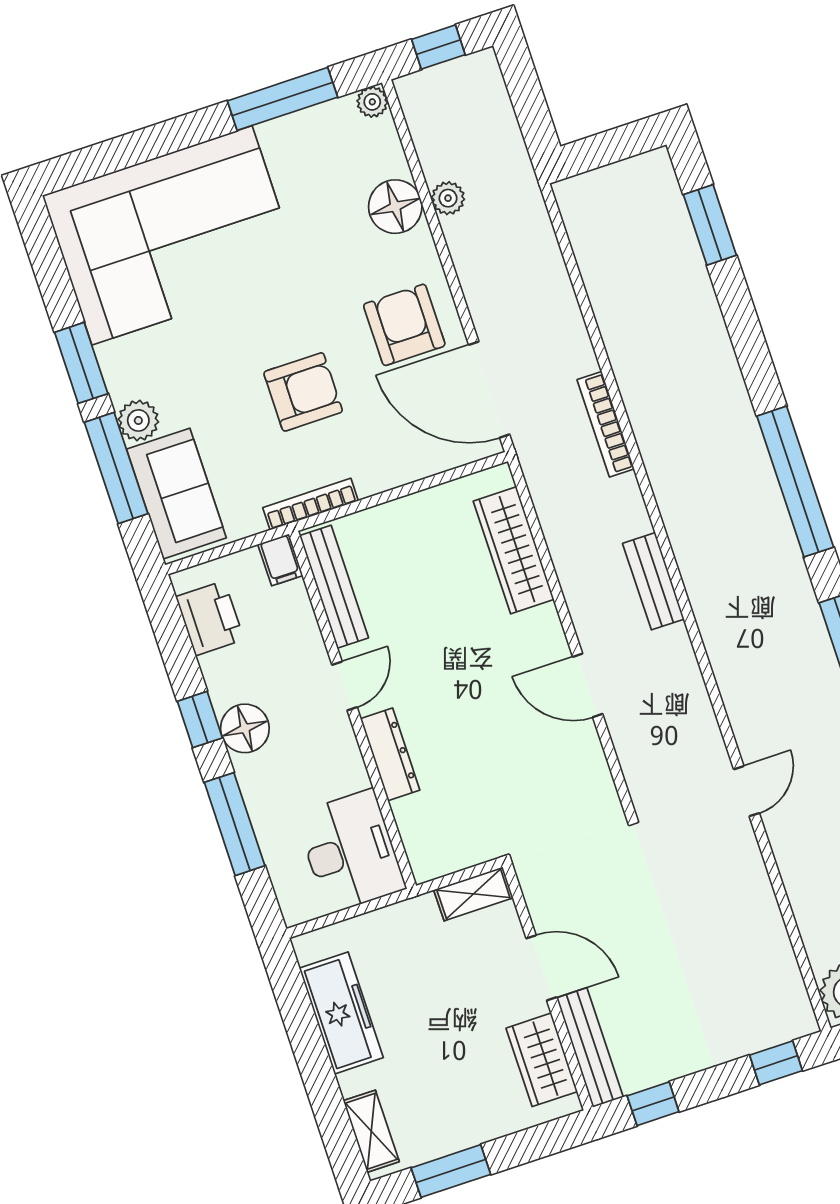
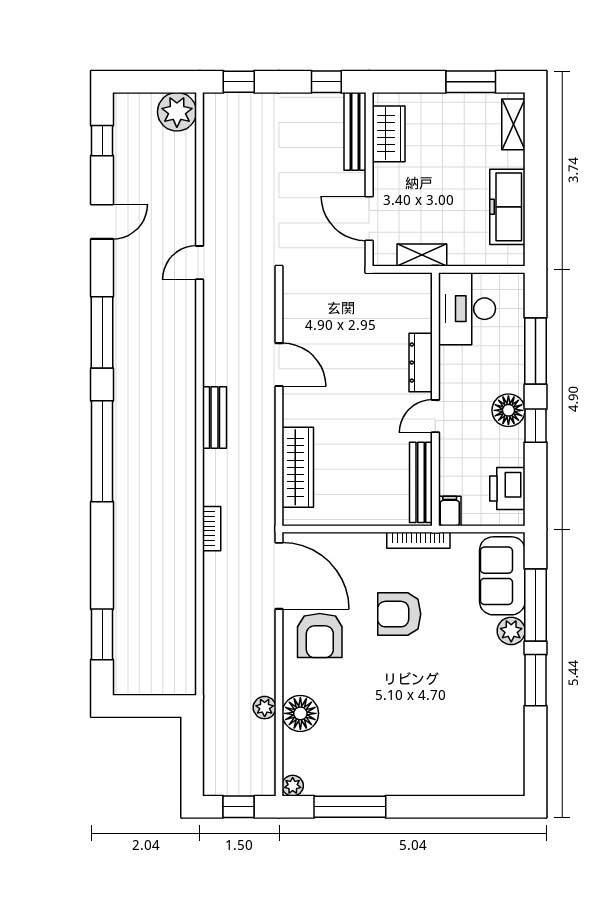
corner sofa: (172, 235) -> (450, 743), removed
bookcase: (606, 424) -> (212, 529), width x0.64
shelving: (473, 894) -> (422, 255), moved
door: (541, 968) -> (369, 219), moved

